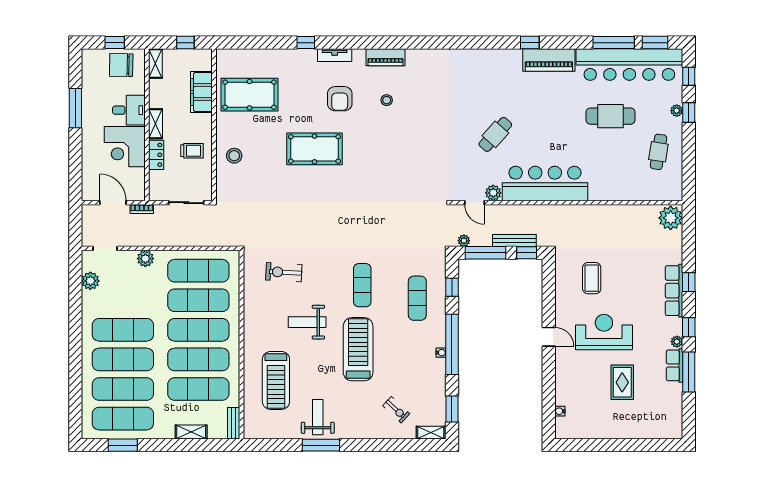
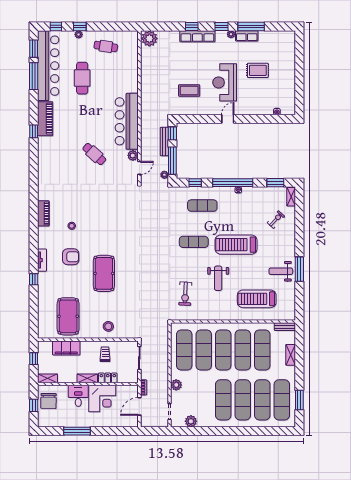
piano: (385, 57) -> (43, 213), moved
treadmill: (276, 380) -> (257, 299), turned 180

